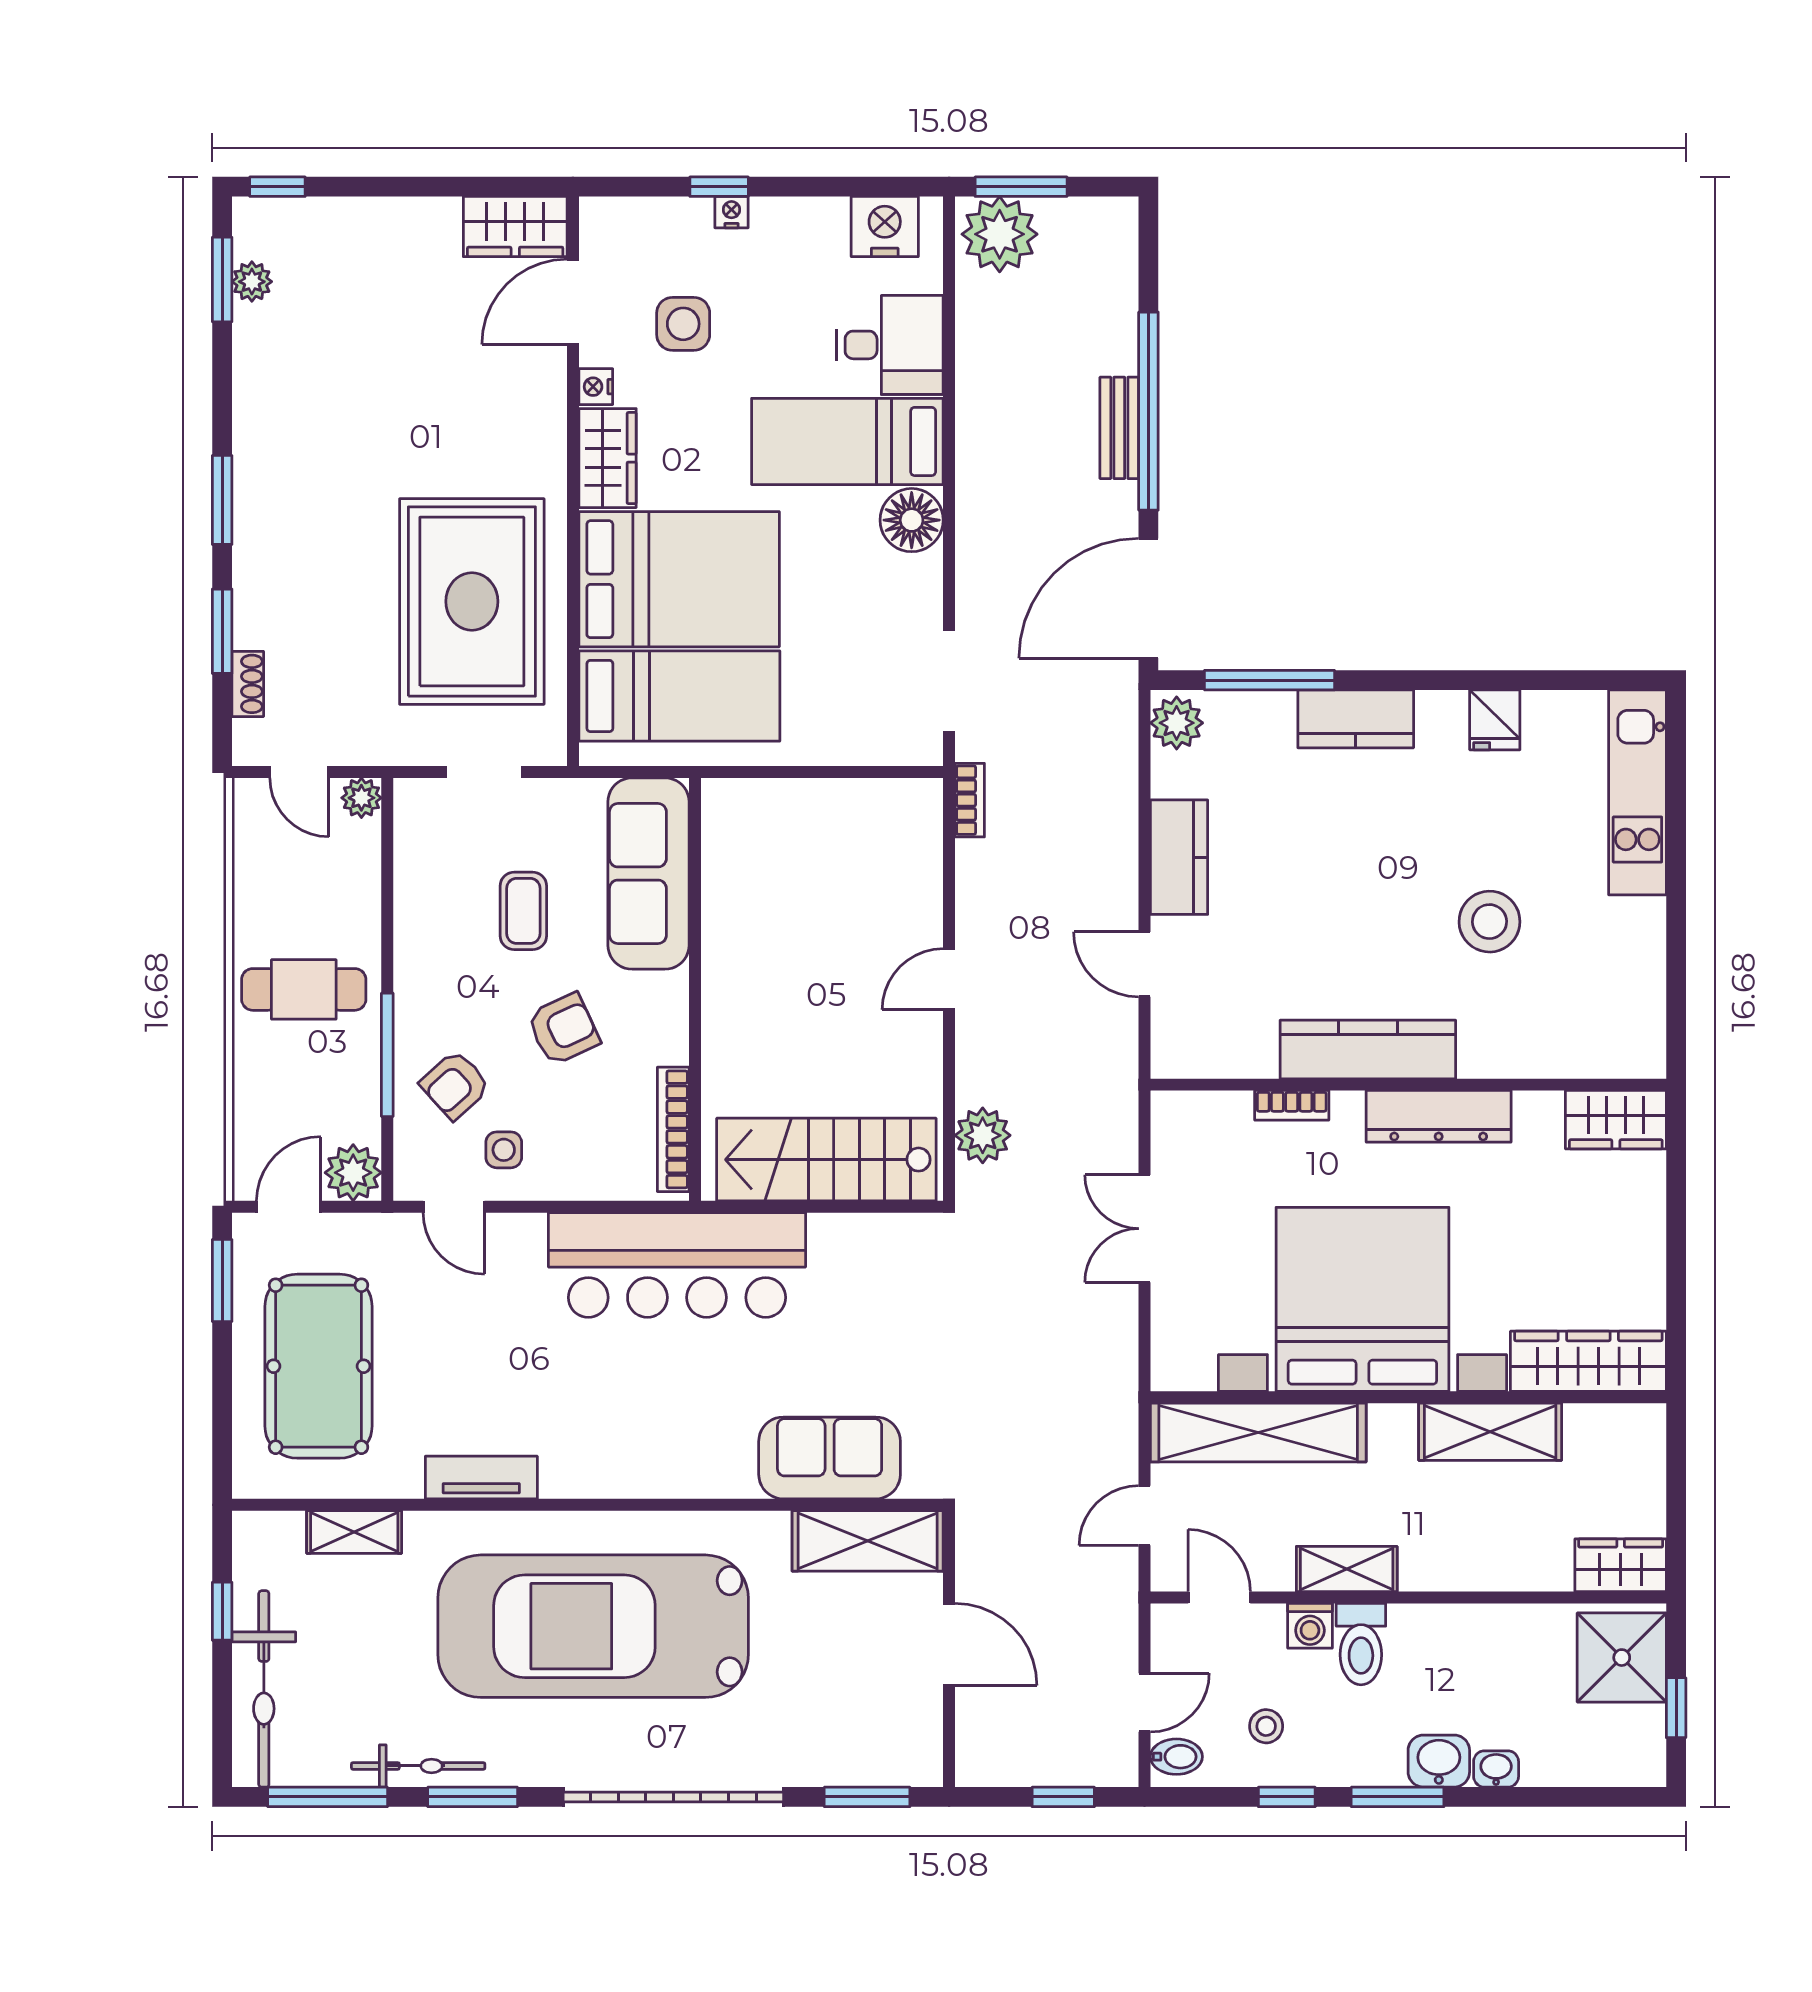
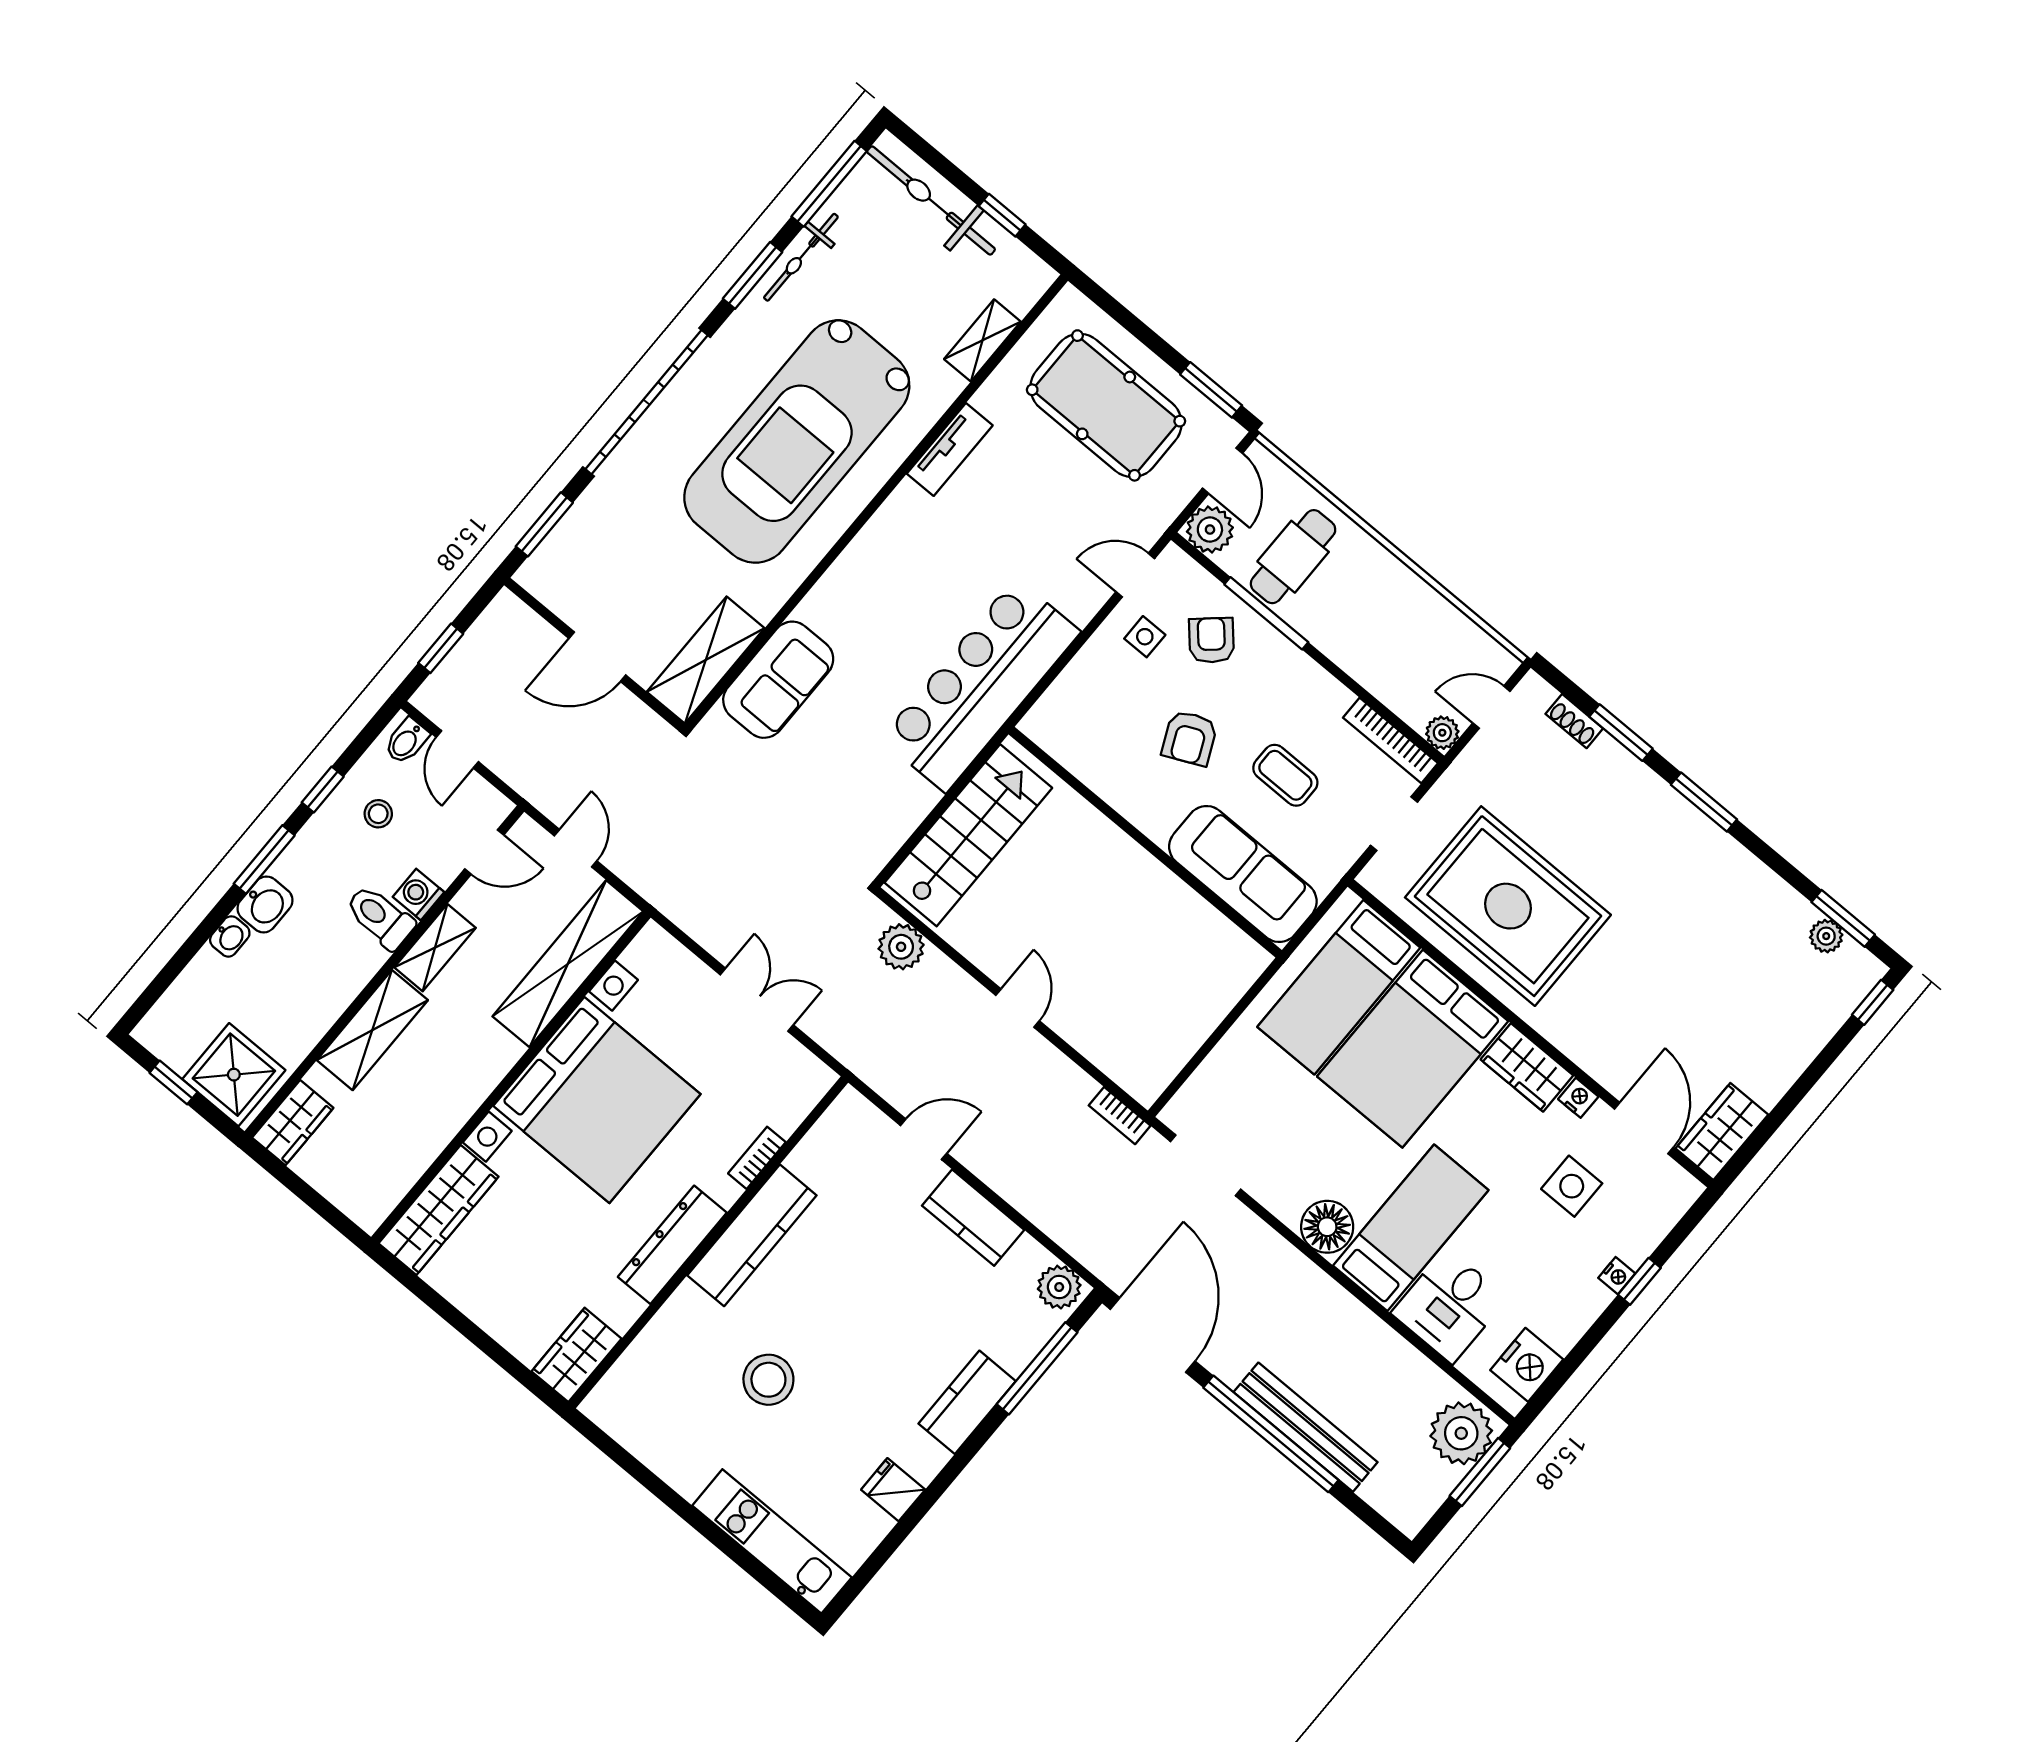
bench: (1119, 428) -> (1306, 1427), width x1.86, depth x1.21
cafe table: (304, 989) -> (1293, 557), moved
bookcase: (673, 1129) -> (1391, 740), moved, turned 180
shelving: (1490, 1432) -> (372, 1030), moved
car: (593, 1626) -> (797, 442), turned 180

